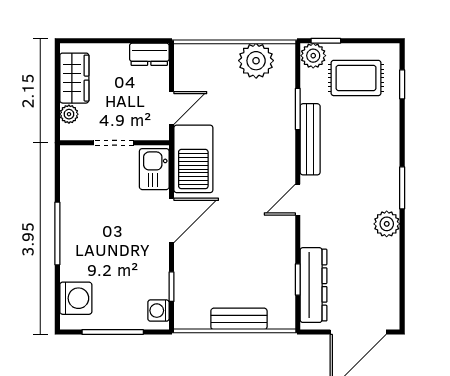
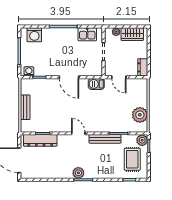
barbecue: (193, 159) -> (96, 84), width x0.53, depth x0.65
kitchen sink: (154, 169) -> (87, 34), moved, turned 180
plant: (387, 224) -> (78, 173), moved

